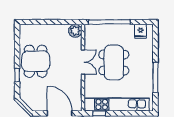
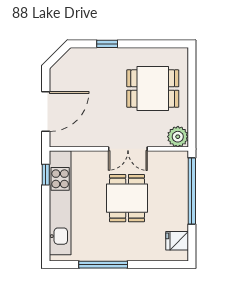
dining table: (36, 61) -> (153, 89), moved
dining table: (114, 63) -> (127, 198), width x0.73

